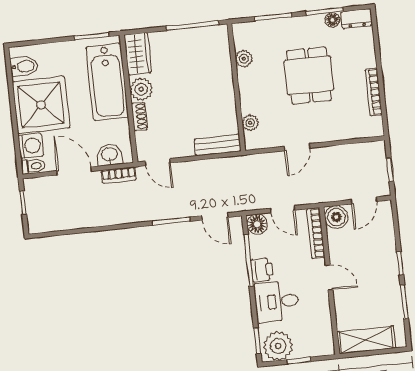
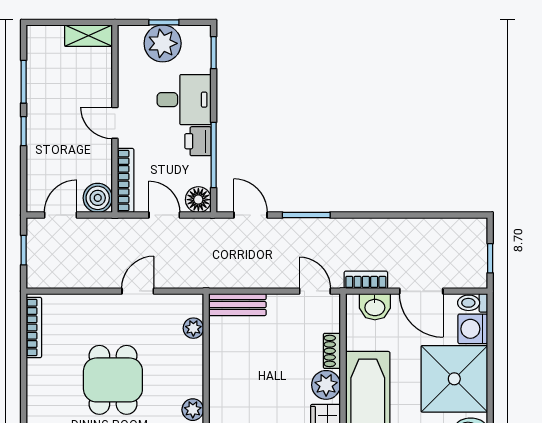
bookcase: (374, 92) -> (34, 328), moved
shelving: (366, 340) -> (88, 36), width x0.67, depth x0.75
plant: (278, 346) -> (163, 43), moved

